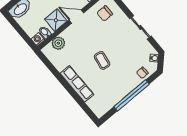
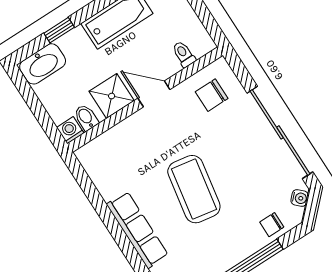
sliding door: (140, 27) -> (280, 132), width x1.86
plant: (58, 43) -> (111, 143), removed
coffee table: (102, 60) -> (194, 189), width x1.86, depth x1.72

